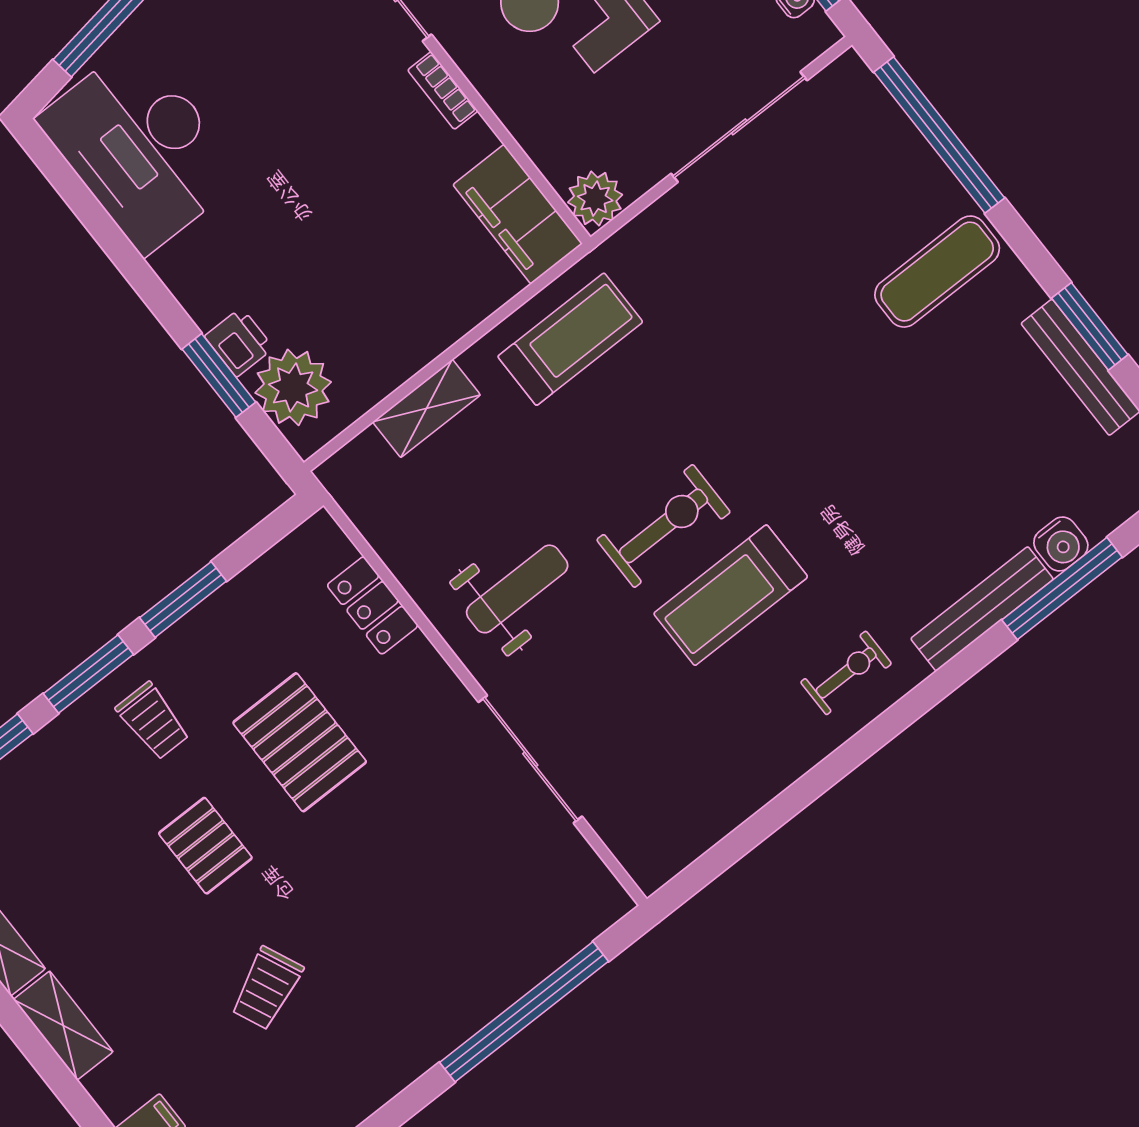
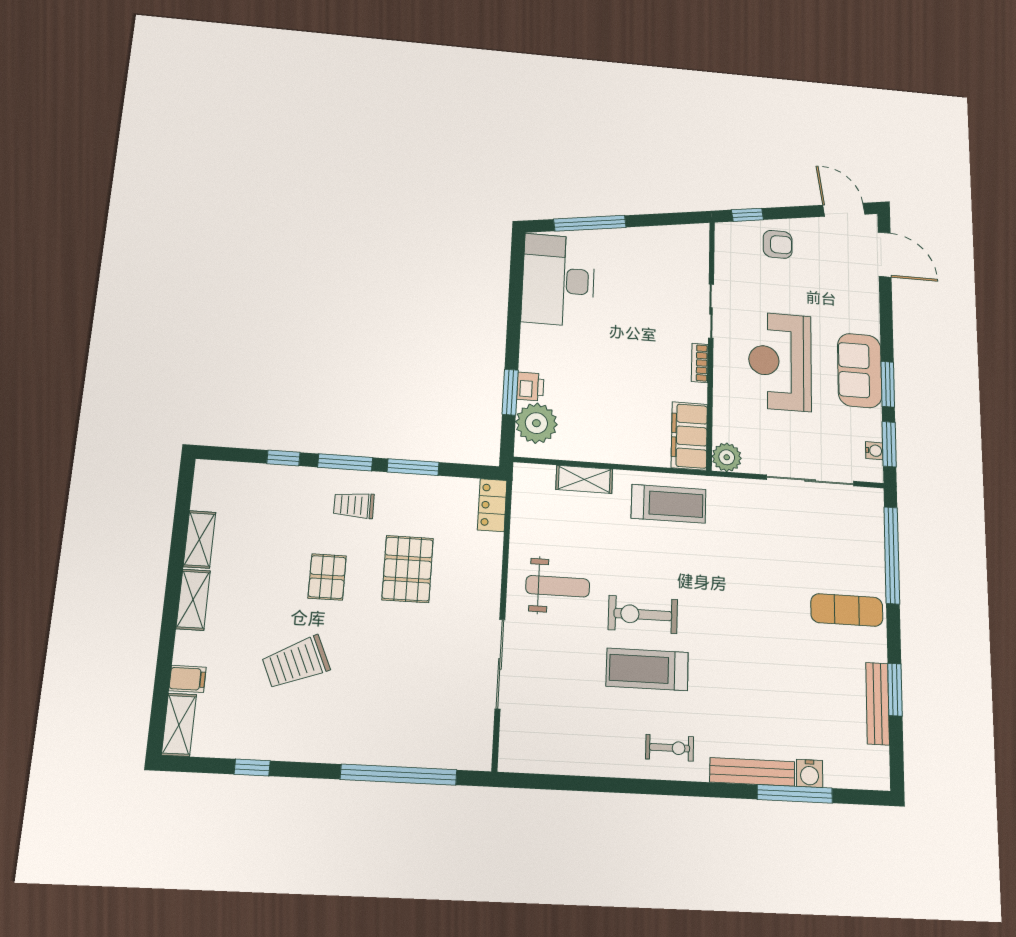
exercise bike: (663, 526) -> (643, 615), turned 180
locker: (373, 605) -> (492, 505), moved
trolley: (153, 721) -> (354, 505), turned 90
trolley: (267, 988) -> (296, 662), width x1.36, depth x1.39

